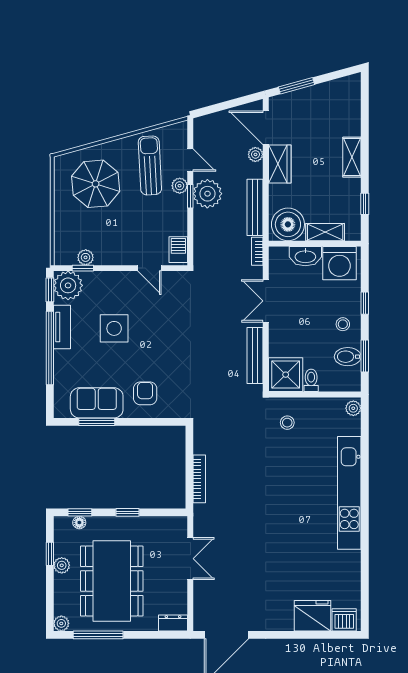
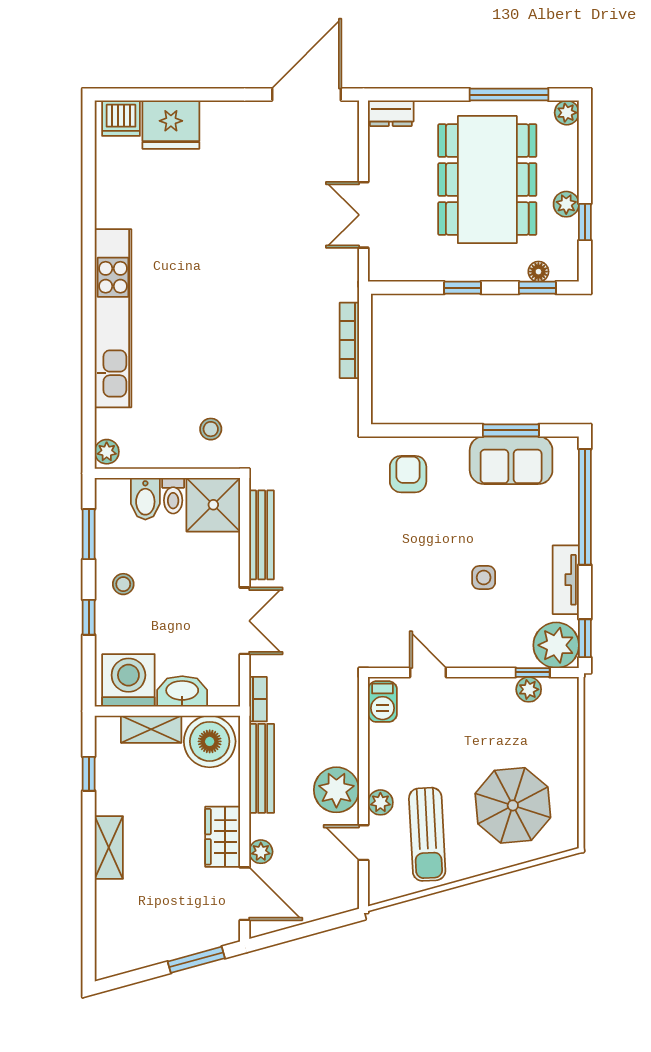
window: (190, 196) -> (364, 786), removed
side table: (114, 328) -> (484, 578), width x0.54, depth x0.54
window: (50, 348) -> (585, 507), moved
bidet: (348, 357) -> (145, 499), moved, turned 90
armchair: (145, 393) -> (408, 474), moved, turned 180

